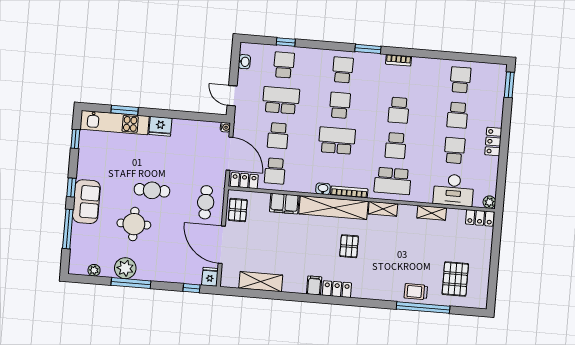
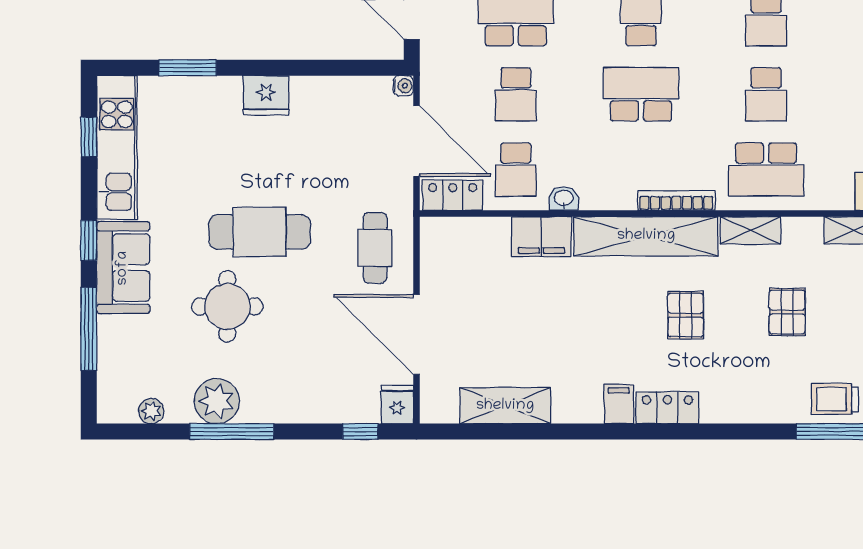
kitchen unit: (115, 123) -> (117, 147), moved, turned -90
washbasin: (323, 189) -> (564, 198), moved
cafe table: (152, 190) -> (260, 232), width x1.37, depth x1.35
pallet: (238, 210) -> (787, 312), moved

